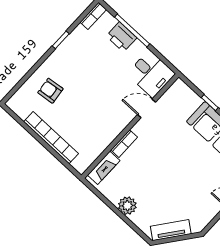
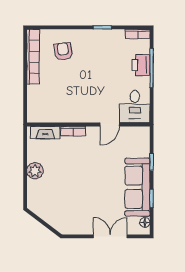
door: (147, 108) -> (110, 125), swing flipped
bookcase: (51, 138) -> (33, 57), moved
tv unit: (171, 230) -> (45, 214), removed

